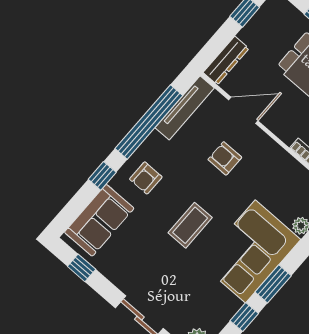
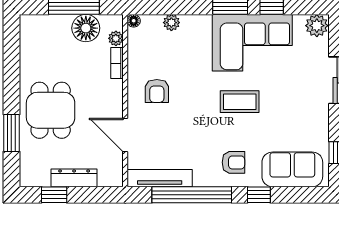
dresser: (226, 60) -> (74, 178), moved
armchair: (225, 158) -> (157, 91), moved
corner sofa: (250, 251) -> (252, 43), moved

